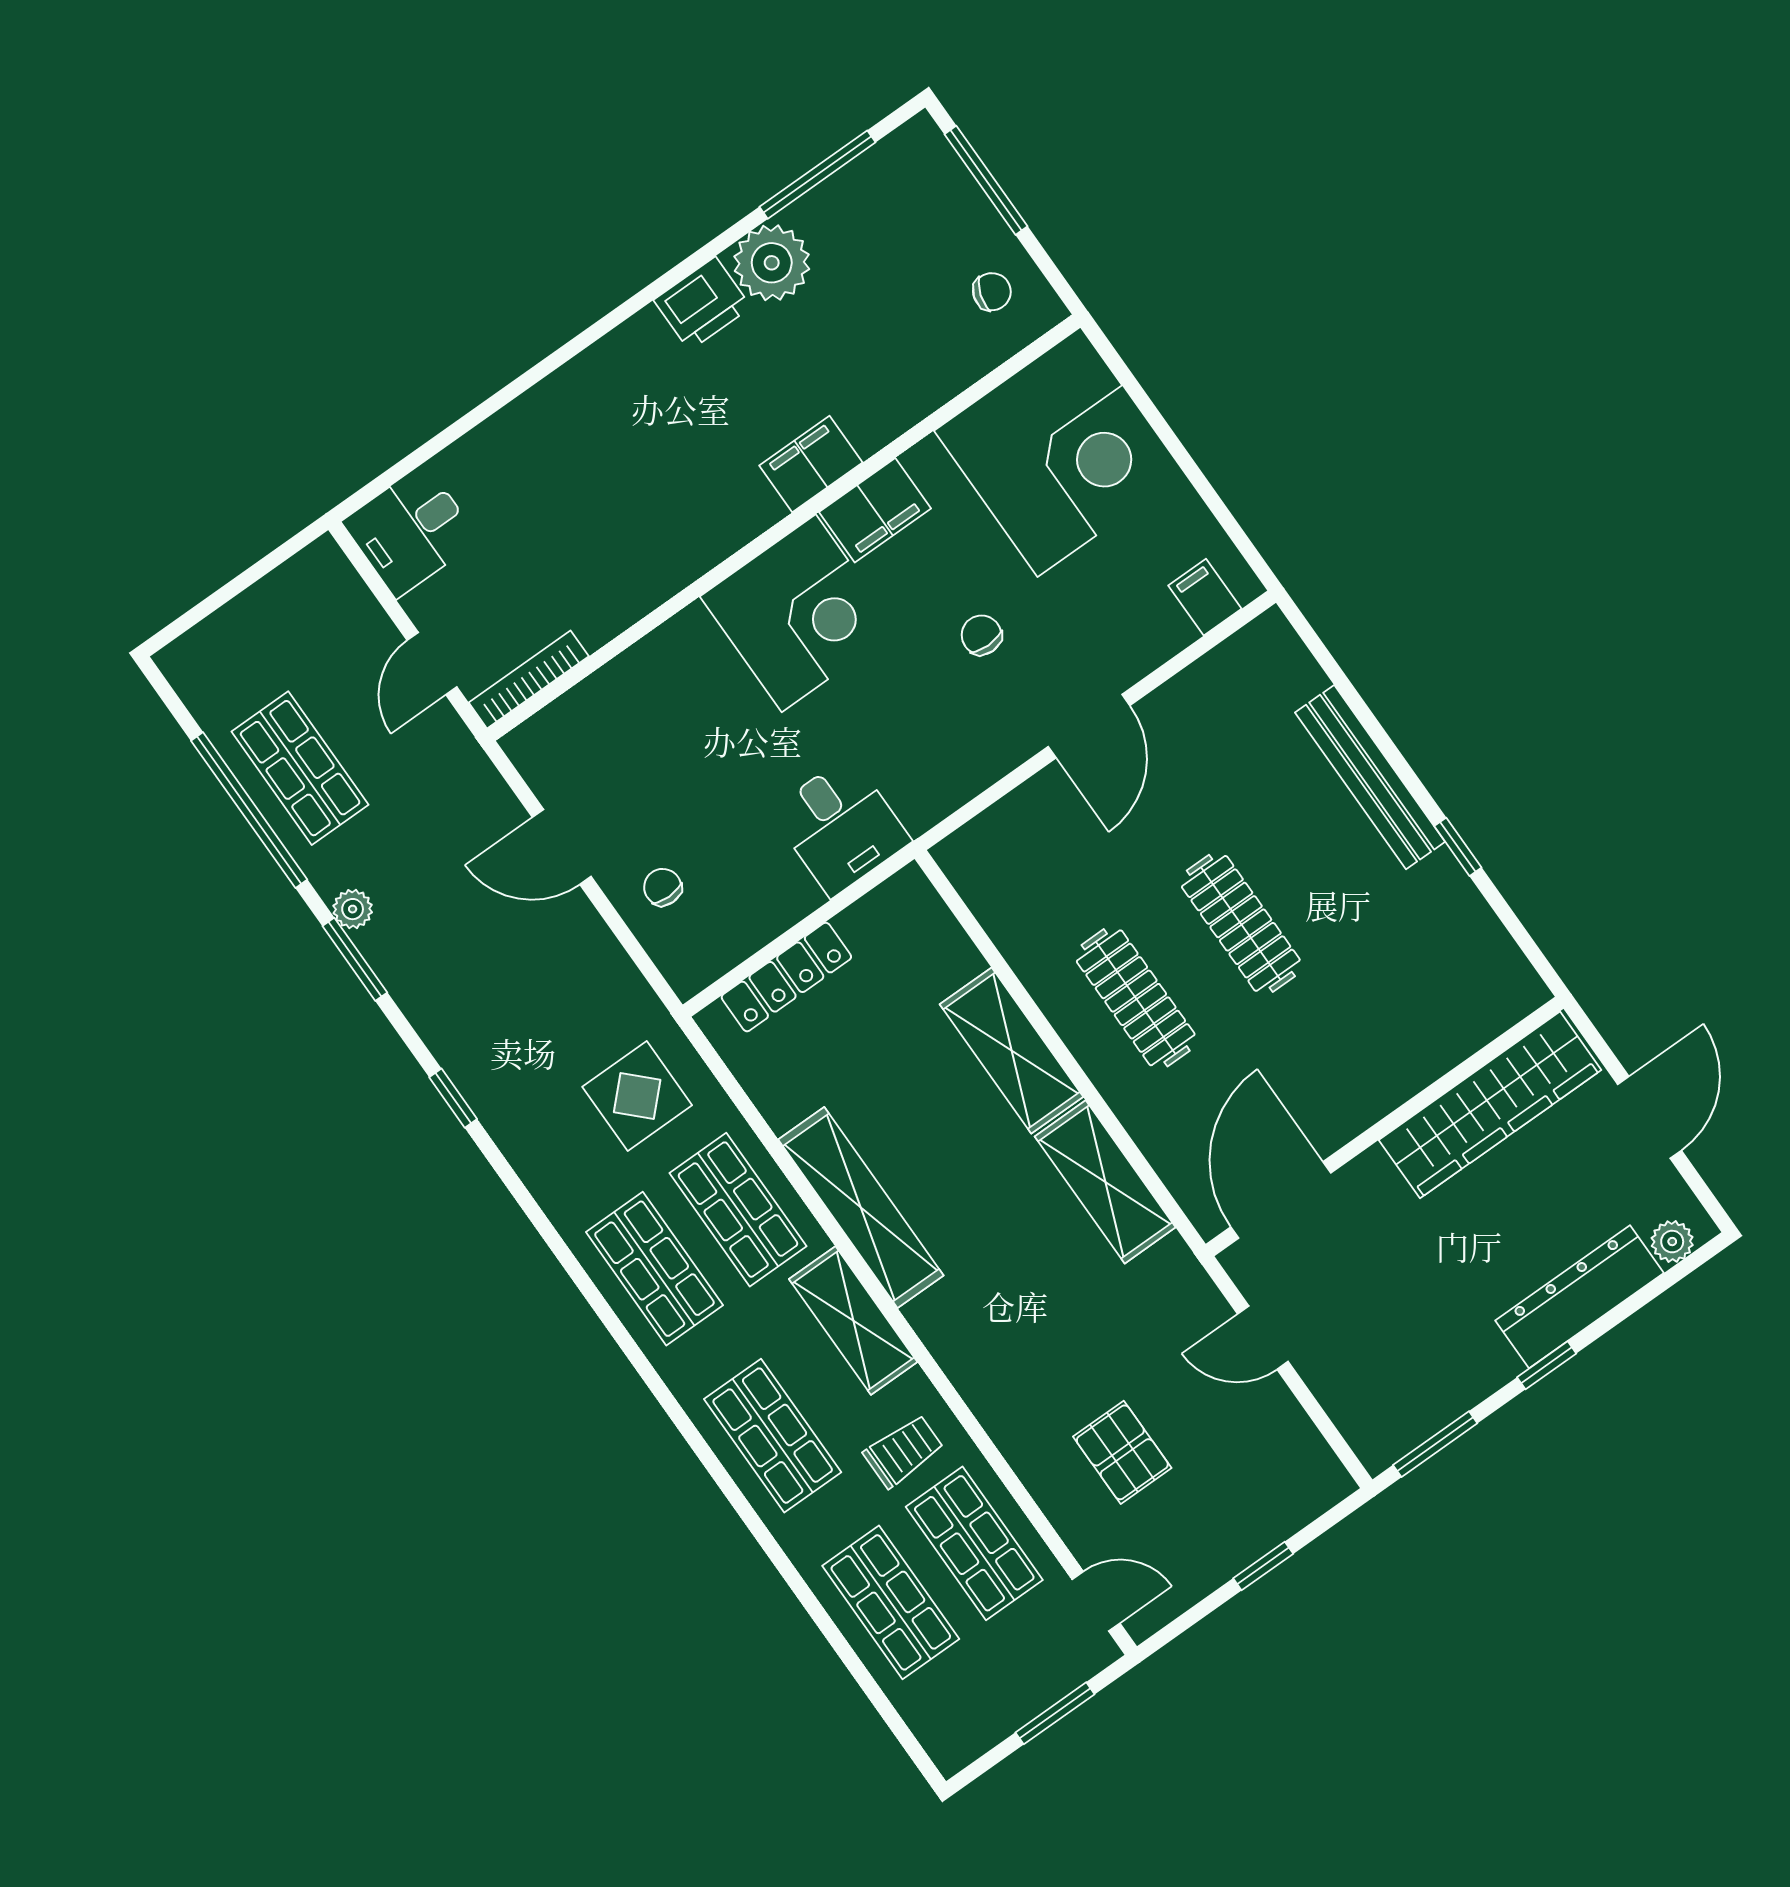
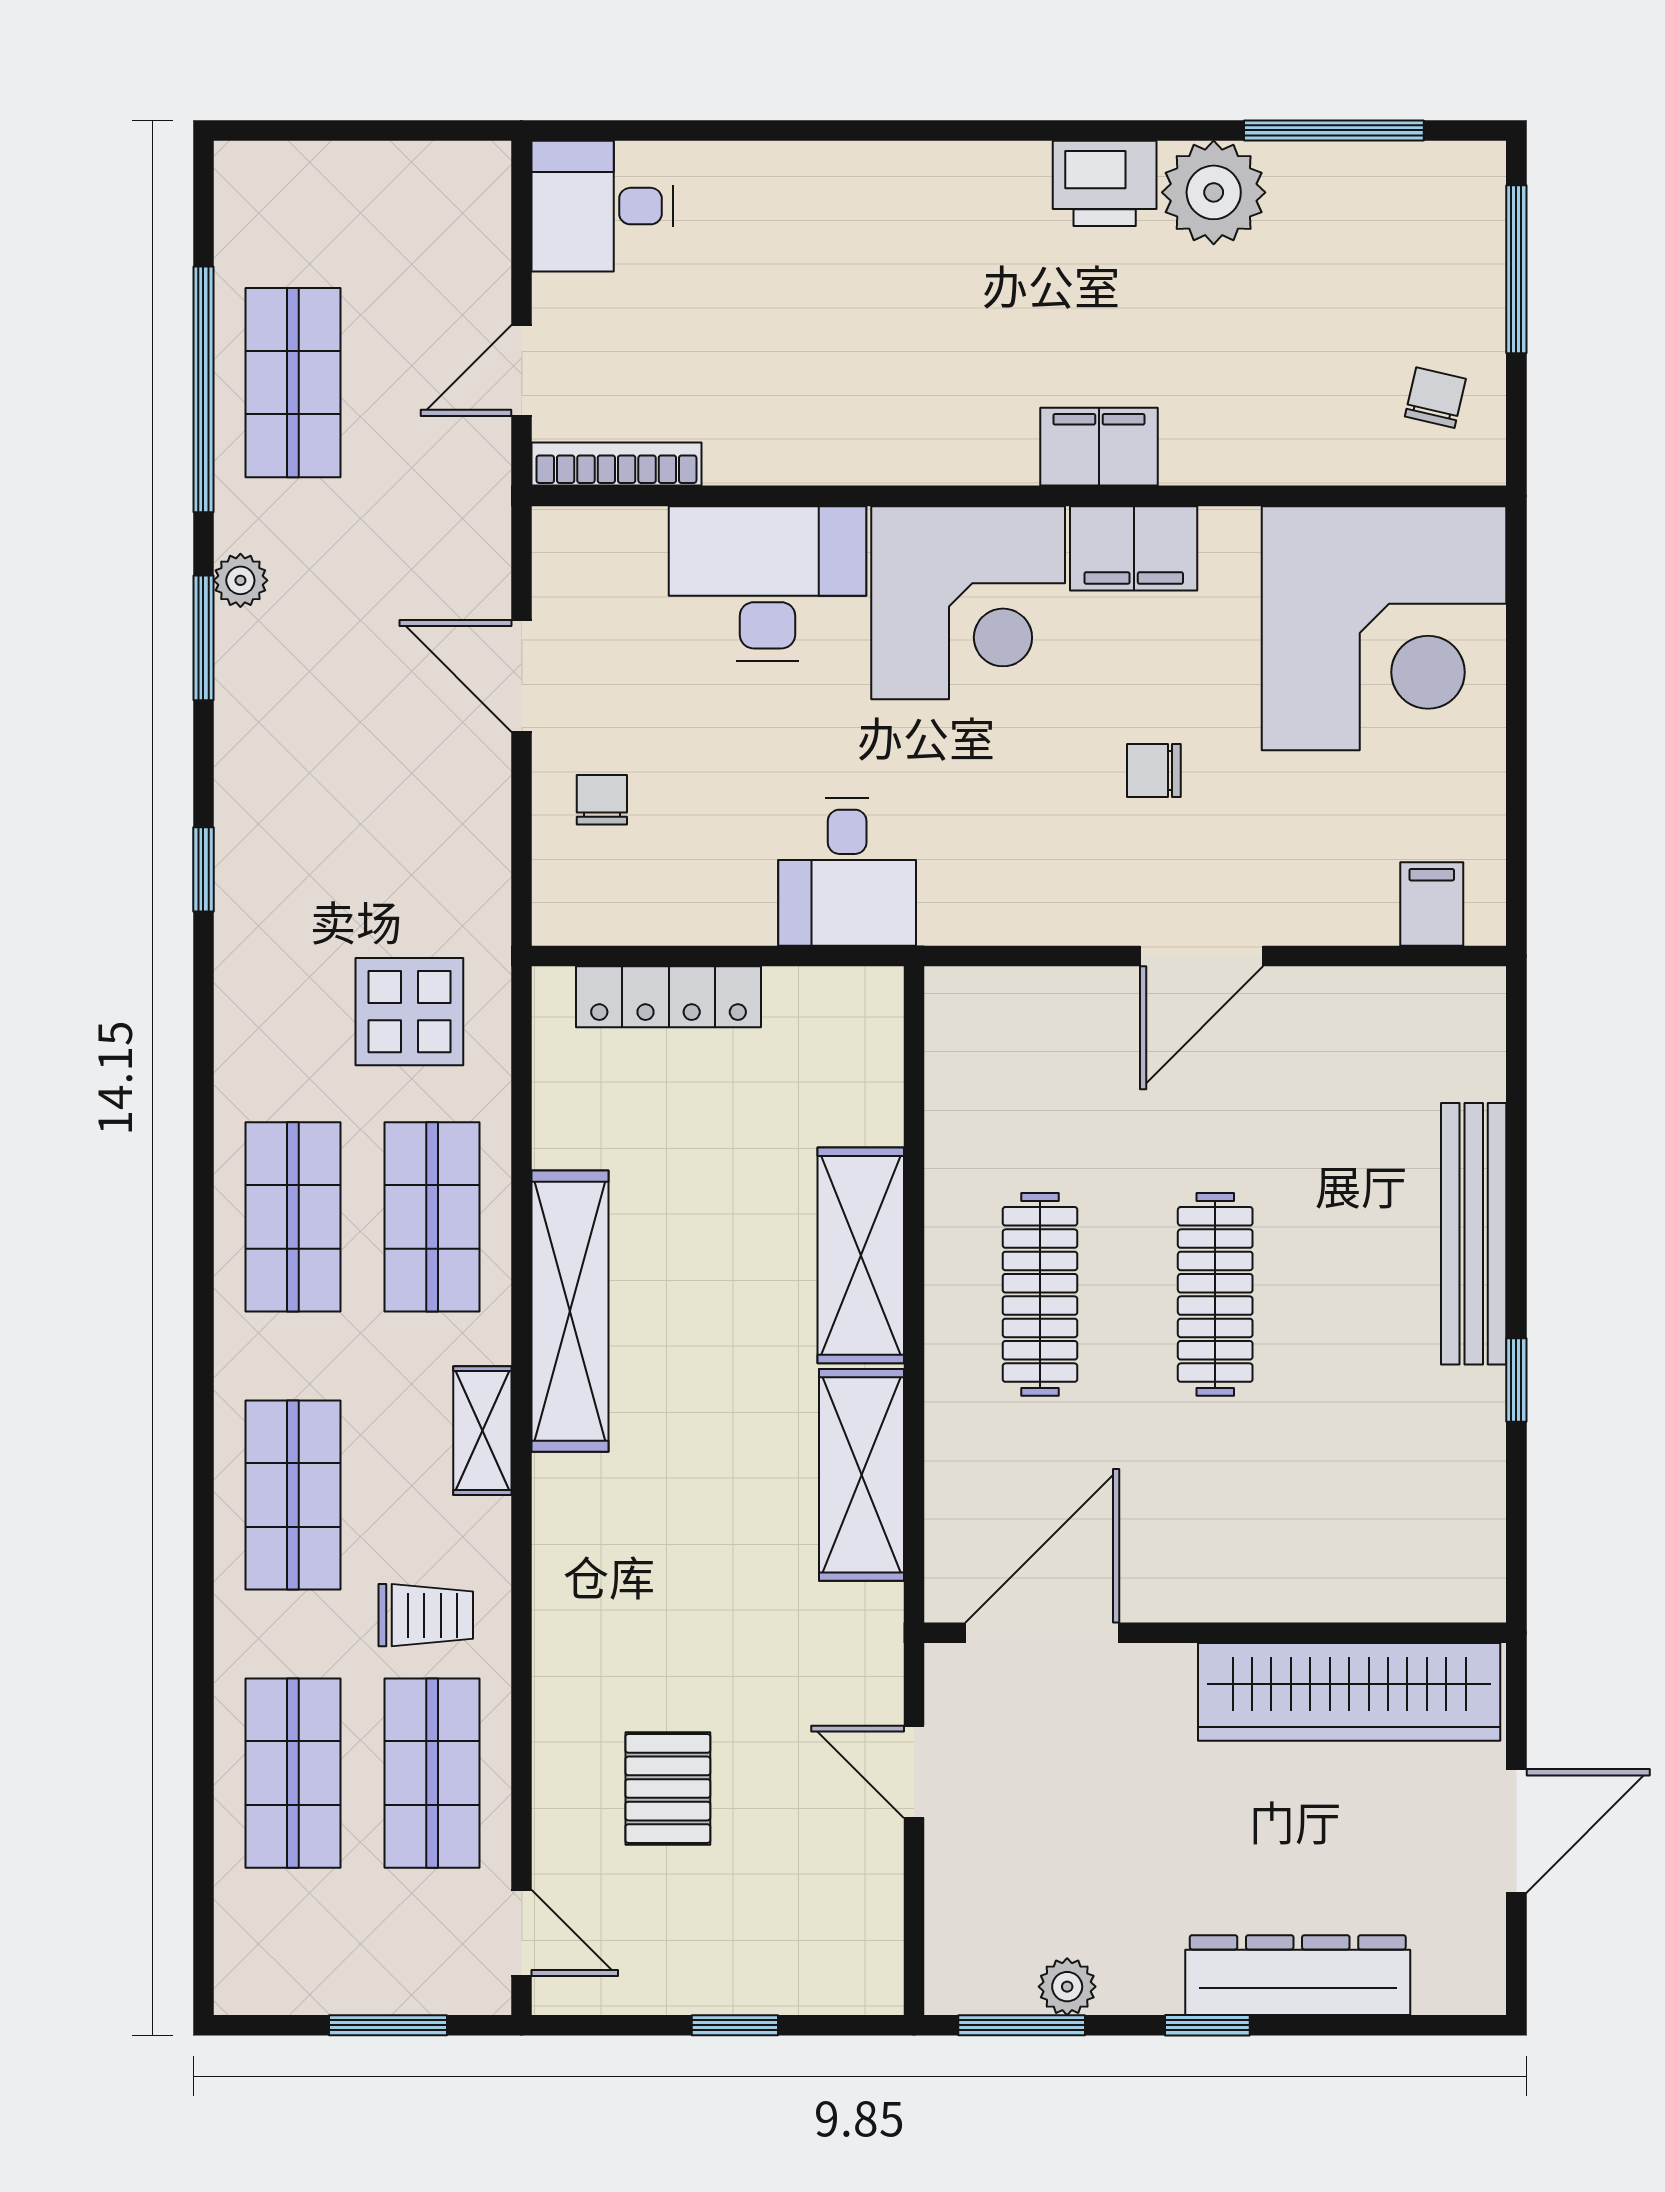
chair: (992, 292) -> (1435, 398), turned -95
chair: (981, 635) -> (1154, 771), turned -90
desk: (670, 687) -> (767, 583), added
plant: (1672, 1242) -> (1067, 1987), moved
shelving: (853, 1320) -> (482, 1431), width x0.67, depth x0.75

